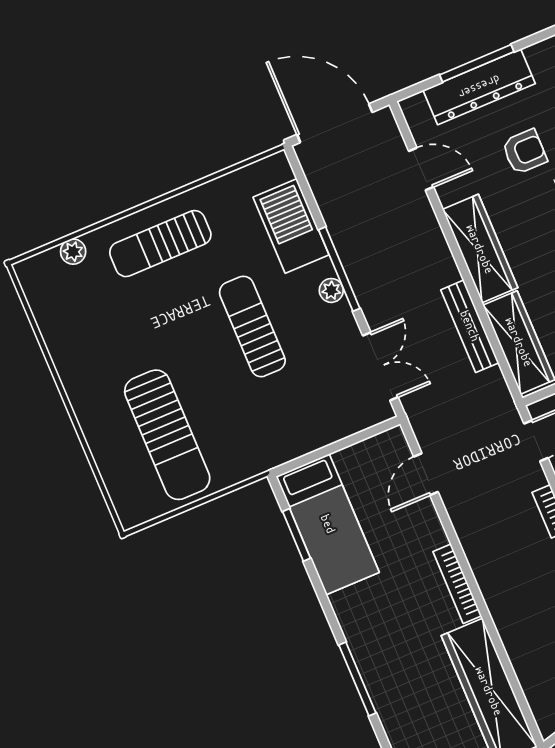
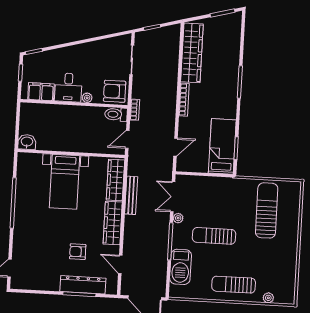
sun lounger: (160, 244) -> (234, 285), turned 180
plant: (331, 290) -> (178, 218), moved
sun lounger: (252, 326) -> (214, 236), turned 90

